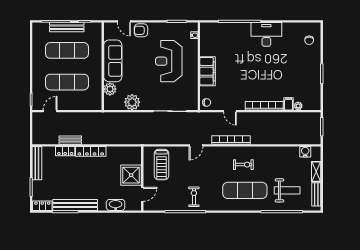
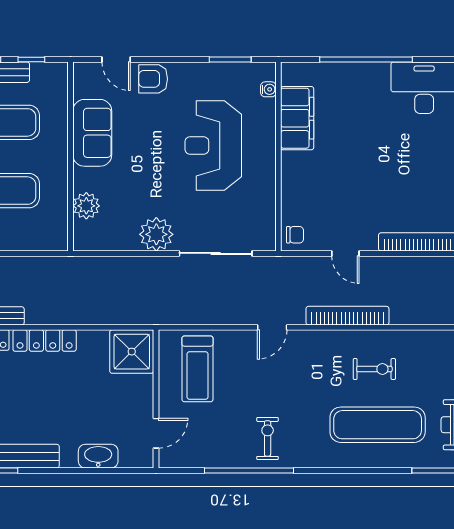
sofa: (113, 61) -> (92, 133), width x0.73
filing cabinet: (208, 71) -> (297, 118), moved
plant: (132, 102) -> (156, 234), moved
shower: (131, 175) -> (132, 352), moved

